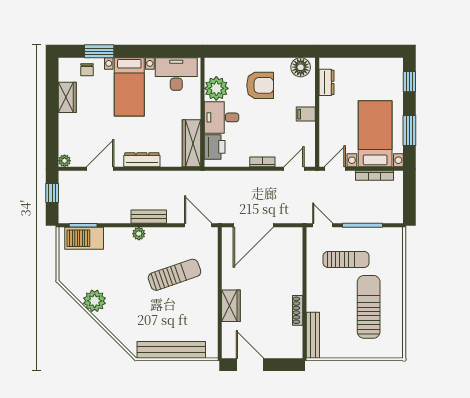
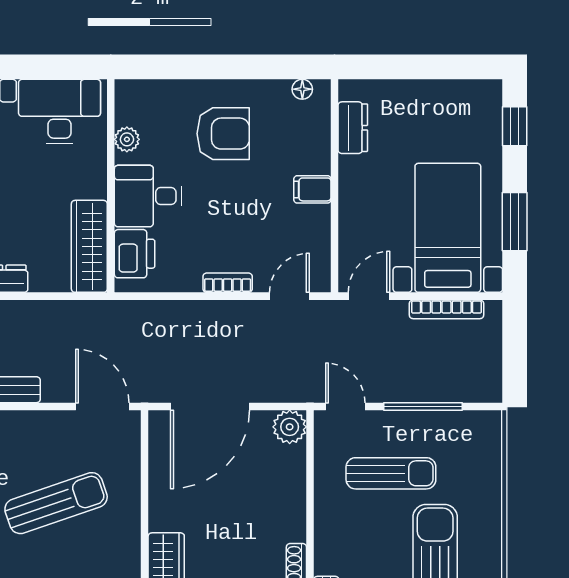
floor lamp: (301, 67) -> (302, 89), width x0.53, depth x0.53
plant: (216, 88) -> (127, 139), width x0.53, depth x0.53
plant: (294, 236) -> (290, 427), added

